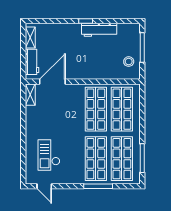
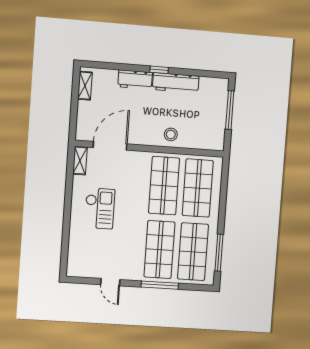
workbench: (32, 62) -> (135, 80), moved, turned 90
stool: (129, 62) -> (171, 134), moved
checkout: (49, 155) -> (100, 208), moved, turned 180
door: (44, 186) -> (110, 282), moved

